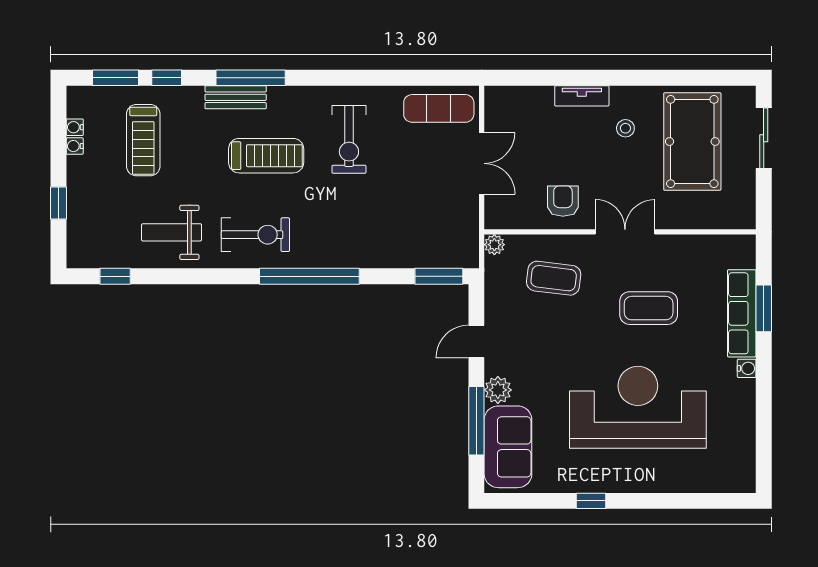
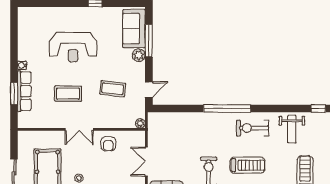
treadmill: (266, 156) -> (247, 165), turned 180
weight bench: (172, 232) -> (292, 129), turned 90
window: (439, 276) -> (166, 109), removed
coffee table: (554, 278) -> (113, 89), moved
door: (476, 342) -> (149, 90), moved
reception desk: (638, 407) -> (73, 47), width x0.74, depth x0.77

